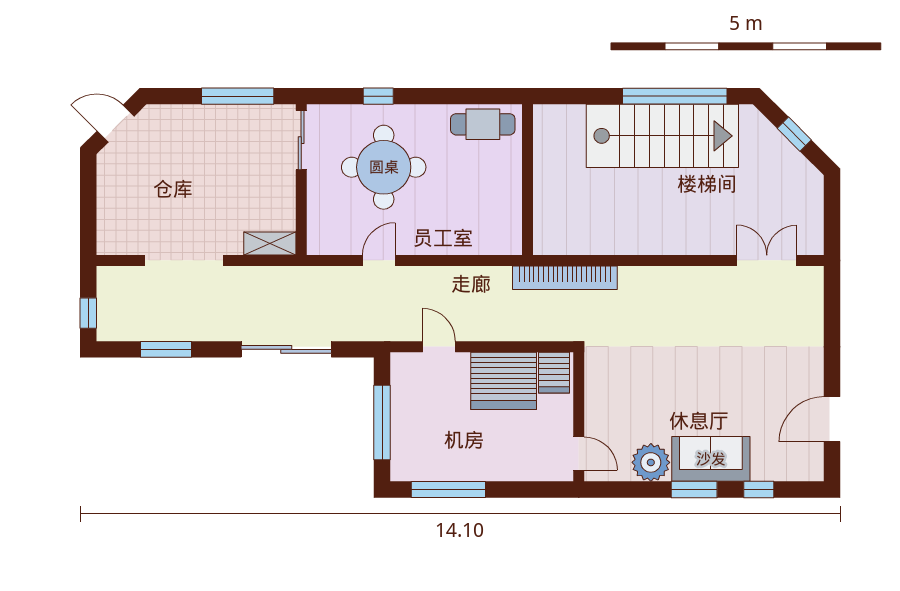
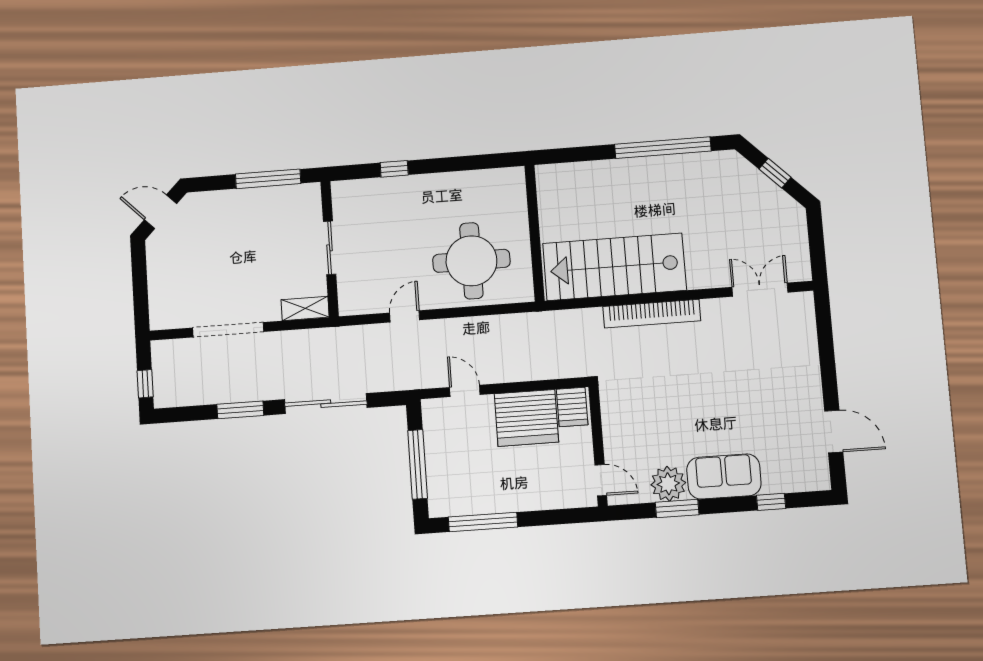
cafe table: (483, 124) -> (490, 187), removed
stairs: (662, 136) -> (614, 267), moved, turned 180
sliding door: (301, 140) -> (330, 248), moved
round table: (384, 167) -> (471, 261), moved
bookcase: (565, 278) -> (652, 314), moved
window: (166, 349) -> (240, 410), moved
door: (832, 419) -> (834, 431), swing flipped
window: (694, 490) -> (677, 508), moved

